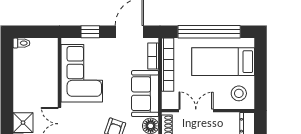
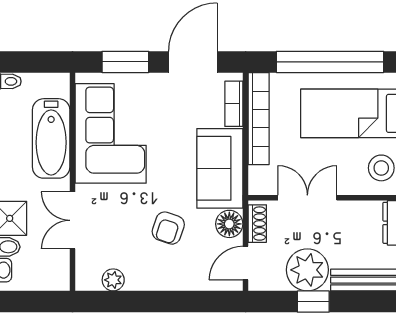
window: (90, 32) -> (125, 62), width x1.50
bathtub: (47, 76) -> (51, 138), added

